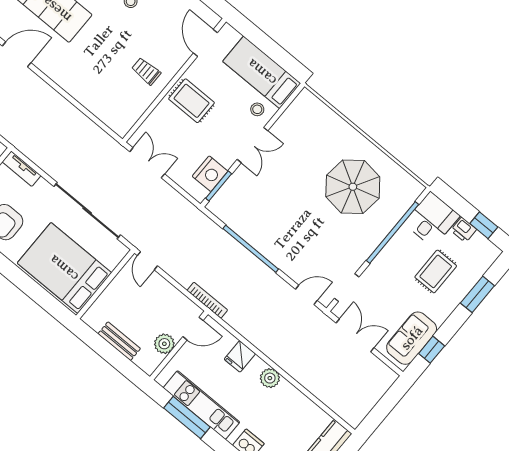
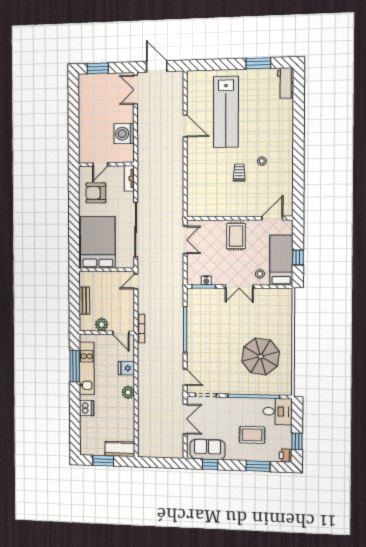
window: (274, 51) -> (298, 257), added
trolley: (146, 71) -> (239, 173), moved
nightstand: (210, 174) -> (206, 280), width x0.53, depth x0.56
printer: (464, 230) -> (286, 455), moved

